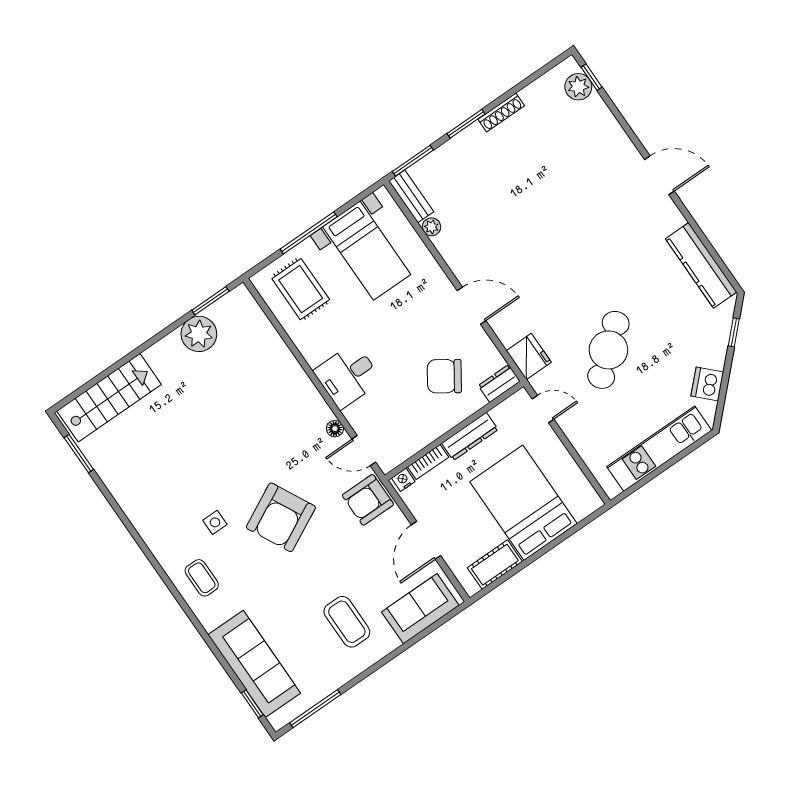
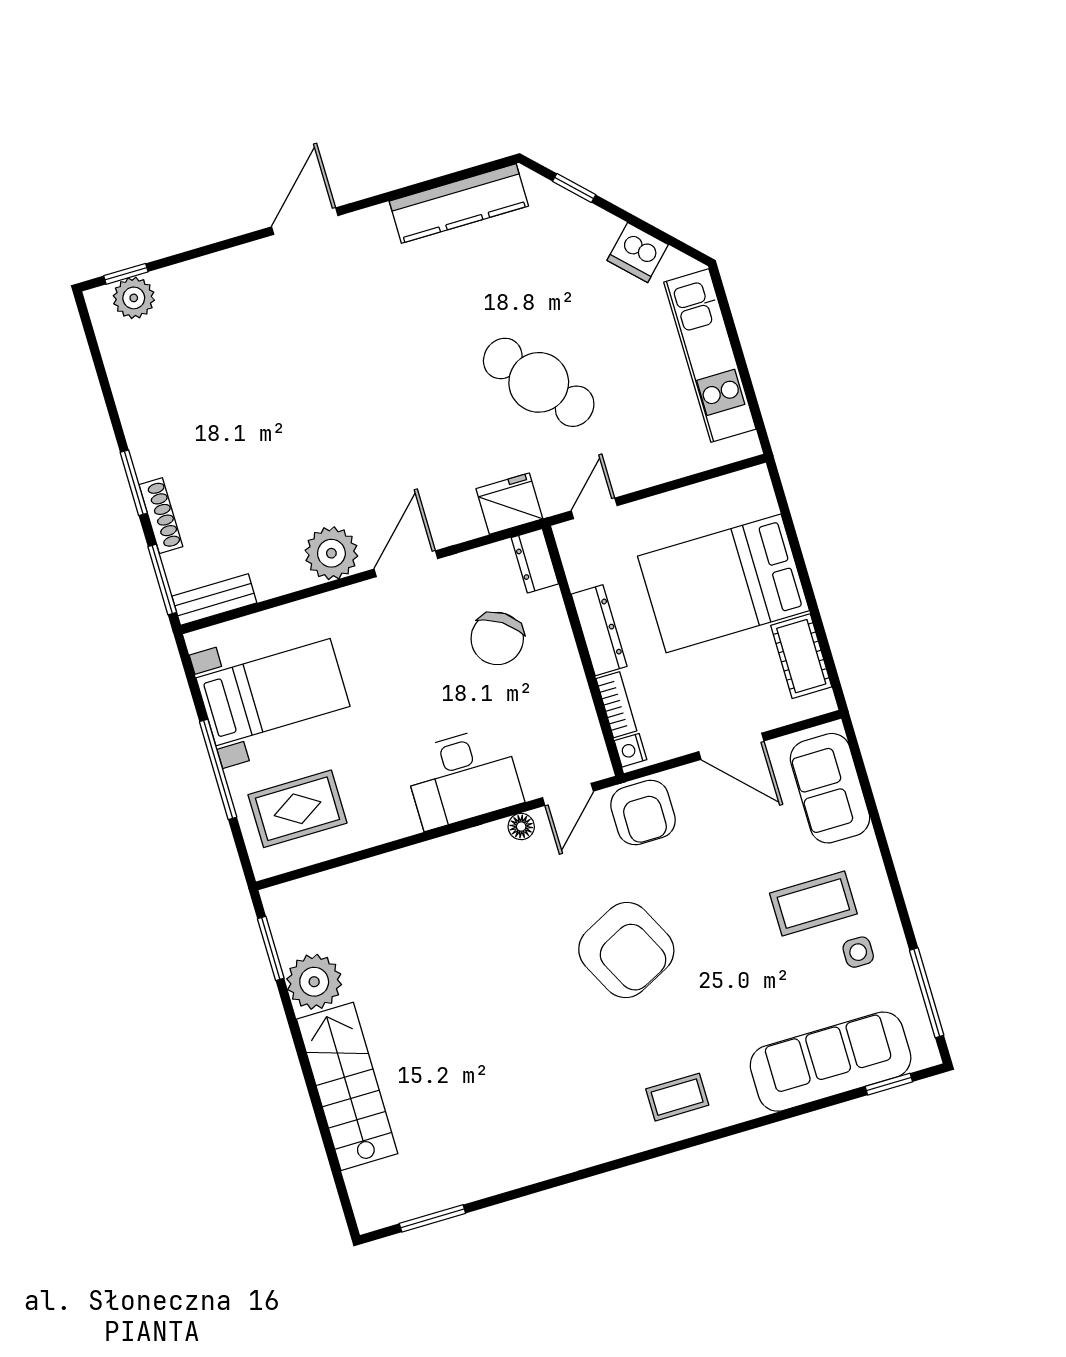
shoe rack: (501, 113) -> (161, 516), moved
plant: (431, 227) -> (331, 553), moved, width x1.88, depth x1.88
desk: (348, 376) -> (463, 778), width x1.37
stairs: (109, 398) -> (347, 1086), moved
side table: (215, 522) -> (858, 952), moved

